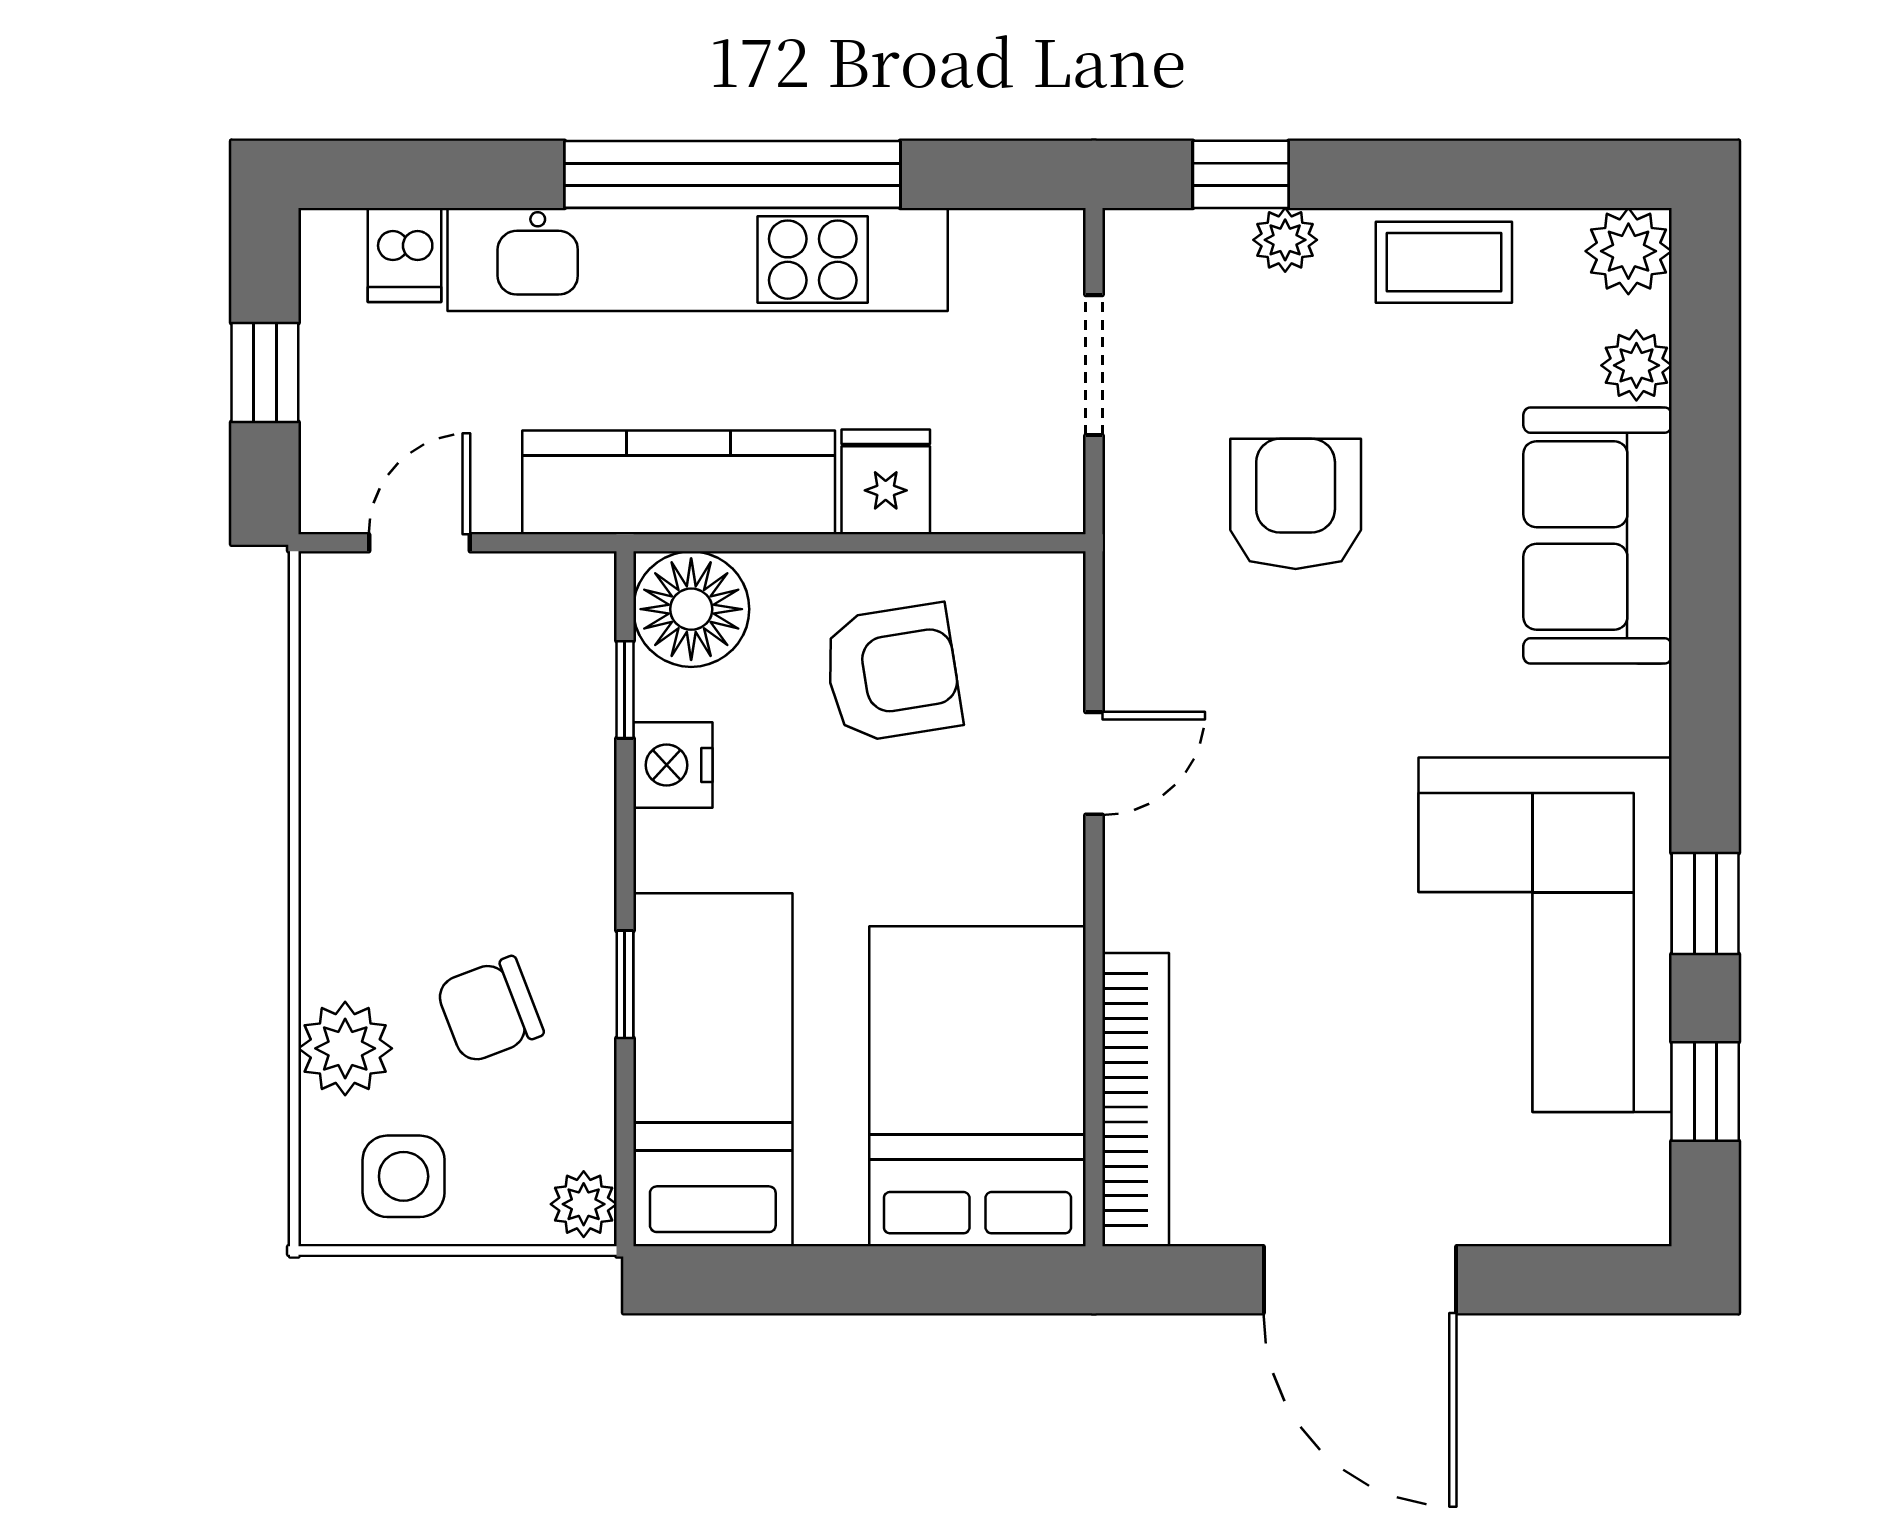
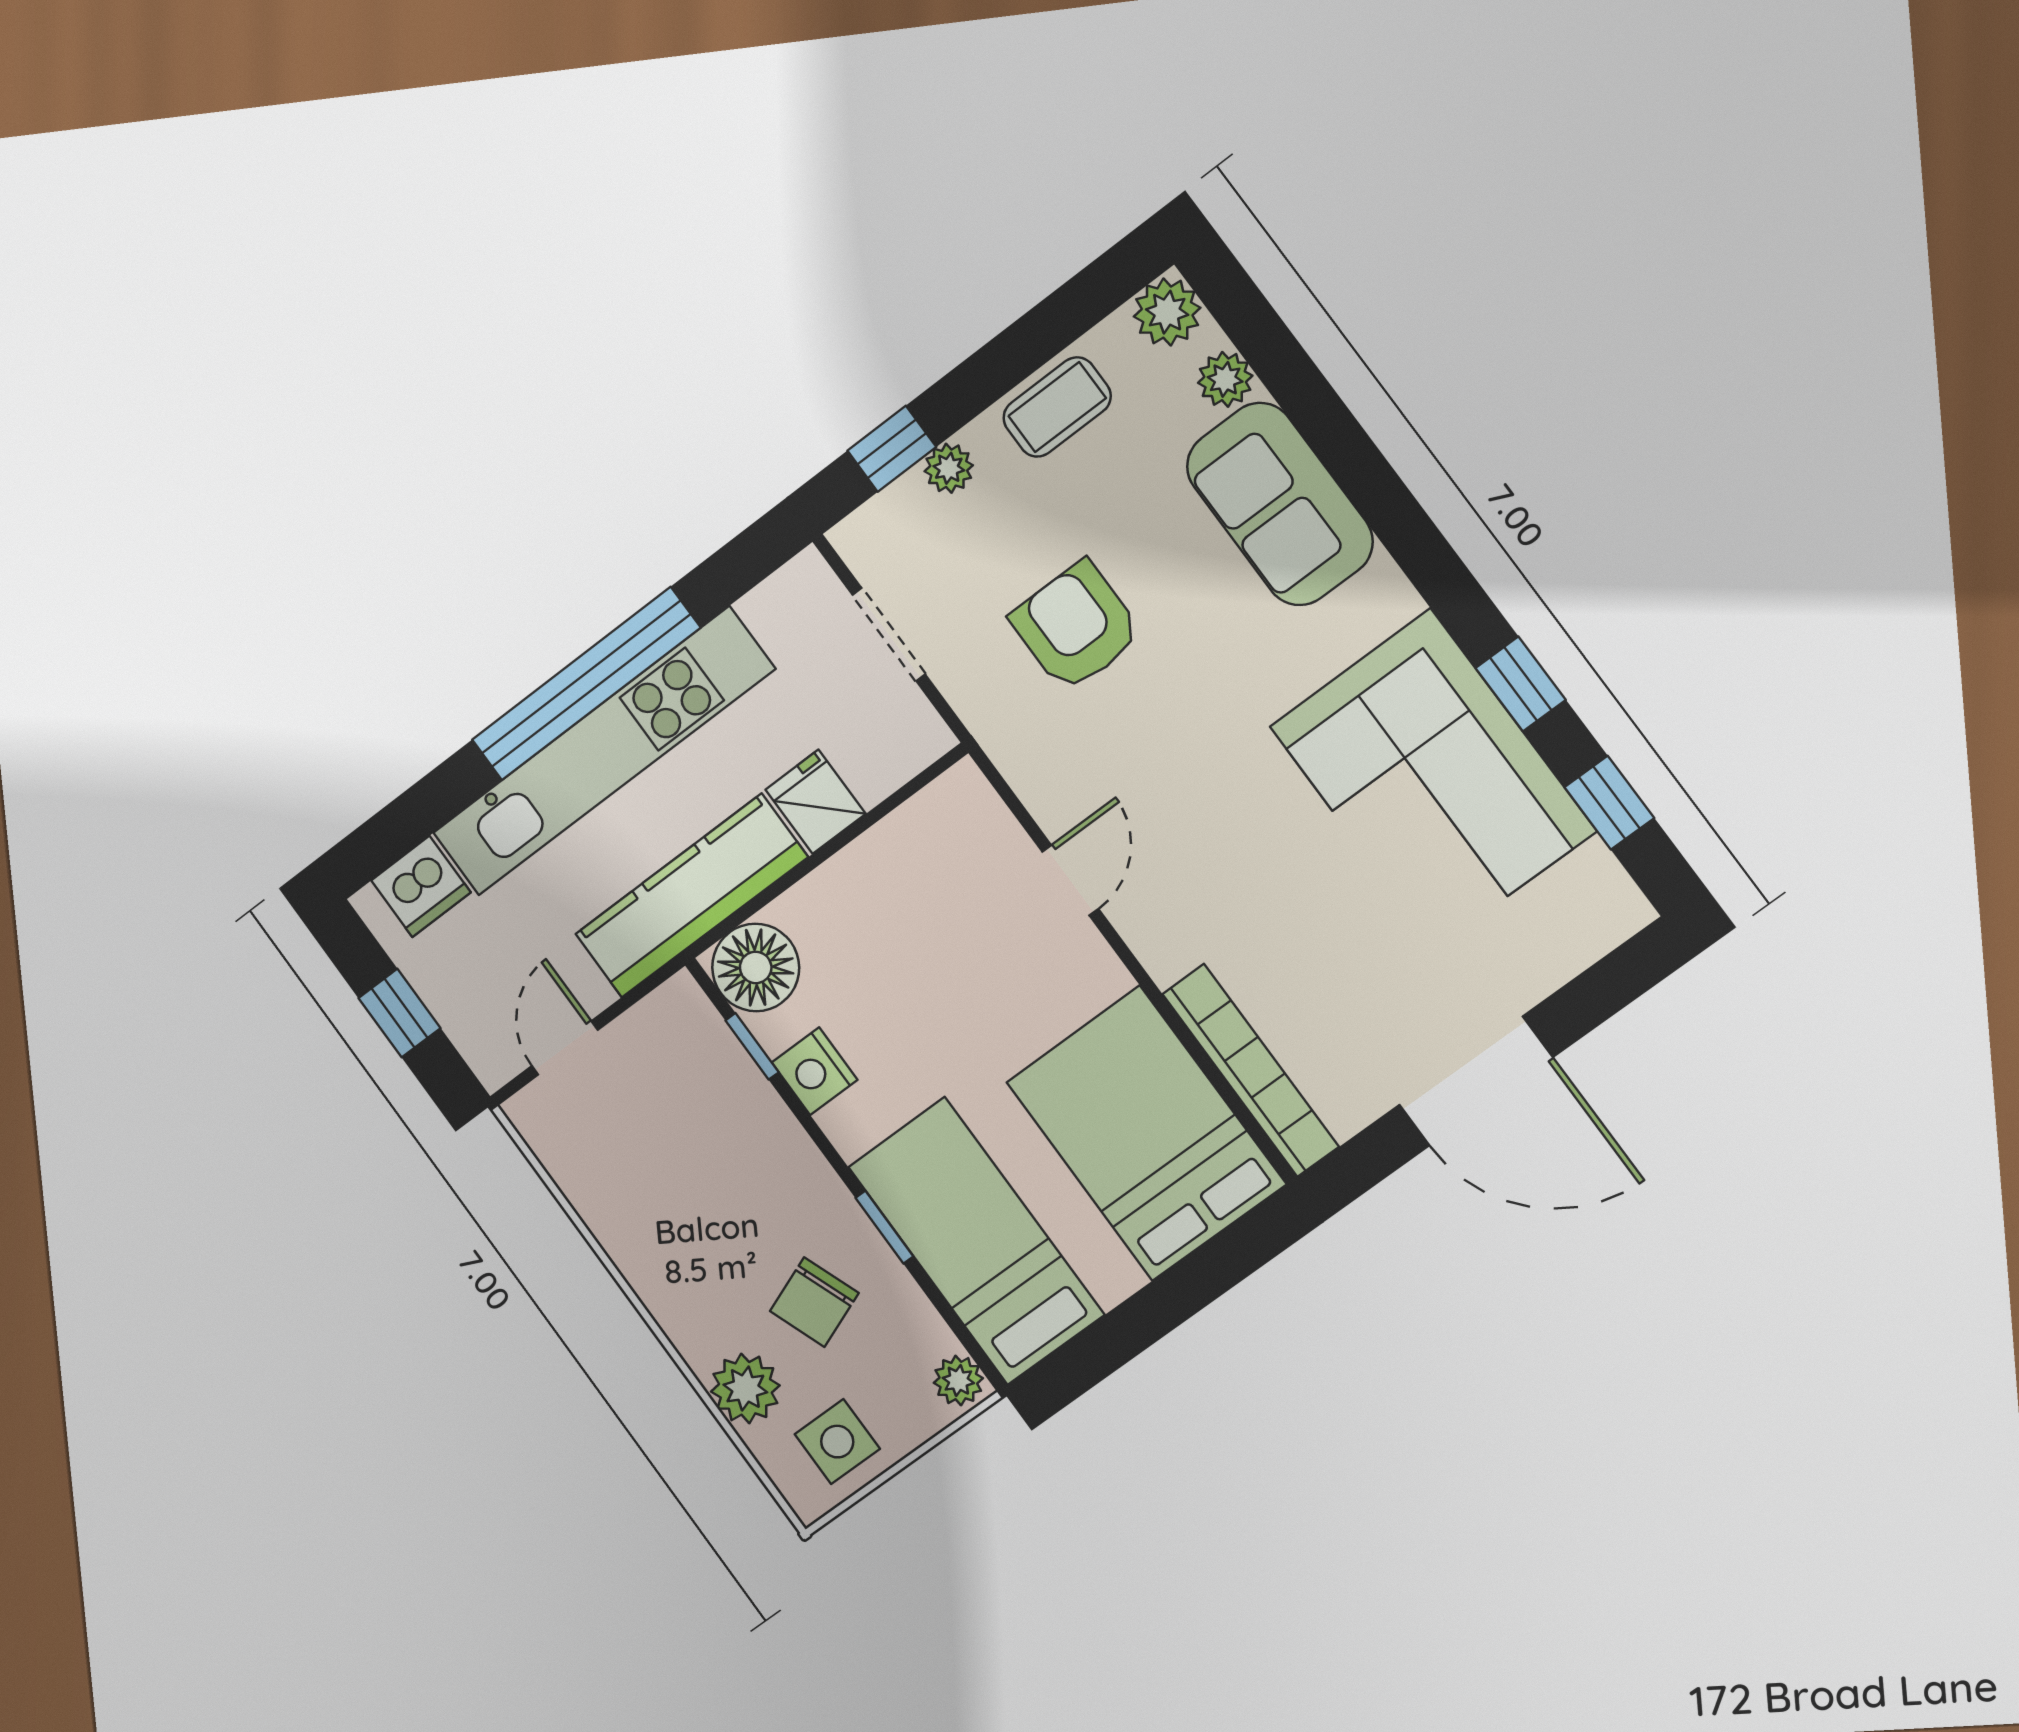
dishwasher: (405, 255) -> (421, 886), width x1.38
armchair: (892, 673) -> (906, 916), removed

